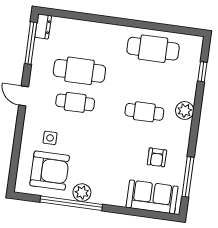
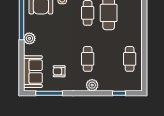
cafe table: (153, 49) -> (130, 59), width x0.73, depth x0.74
plant: (82, 193) -> (29, 38), moved

